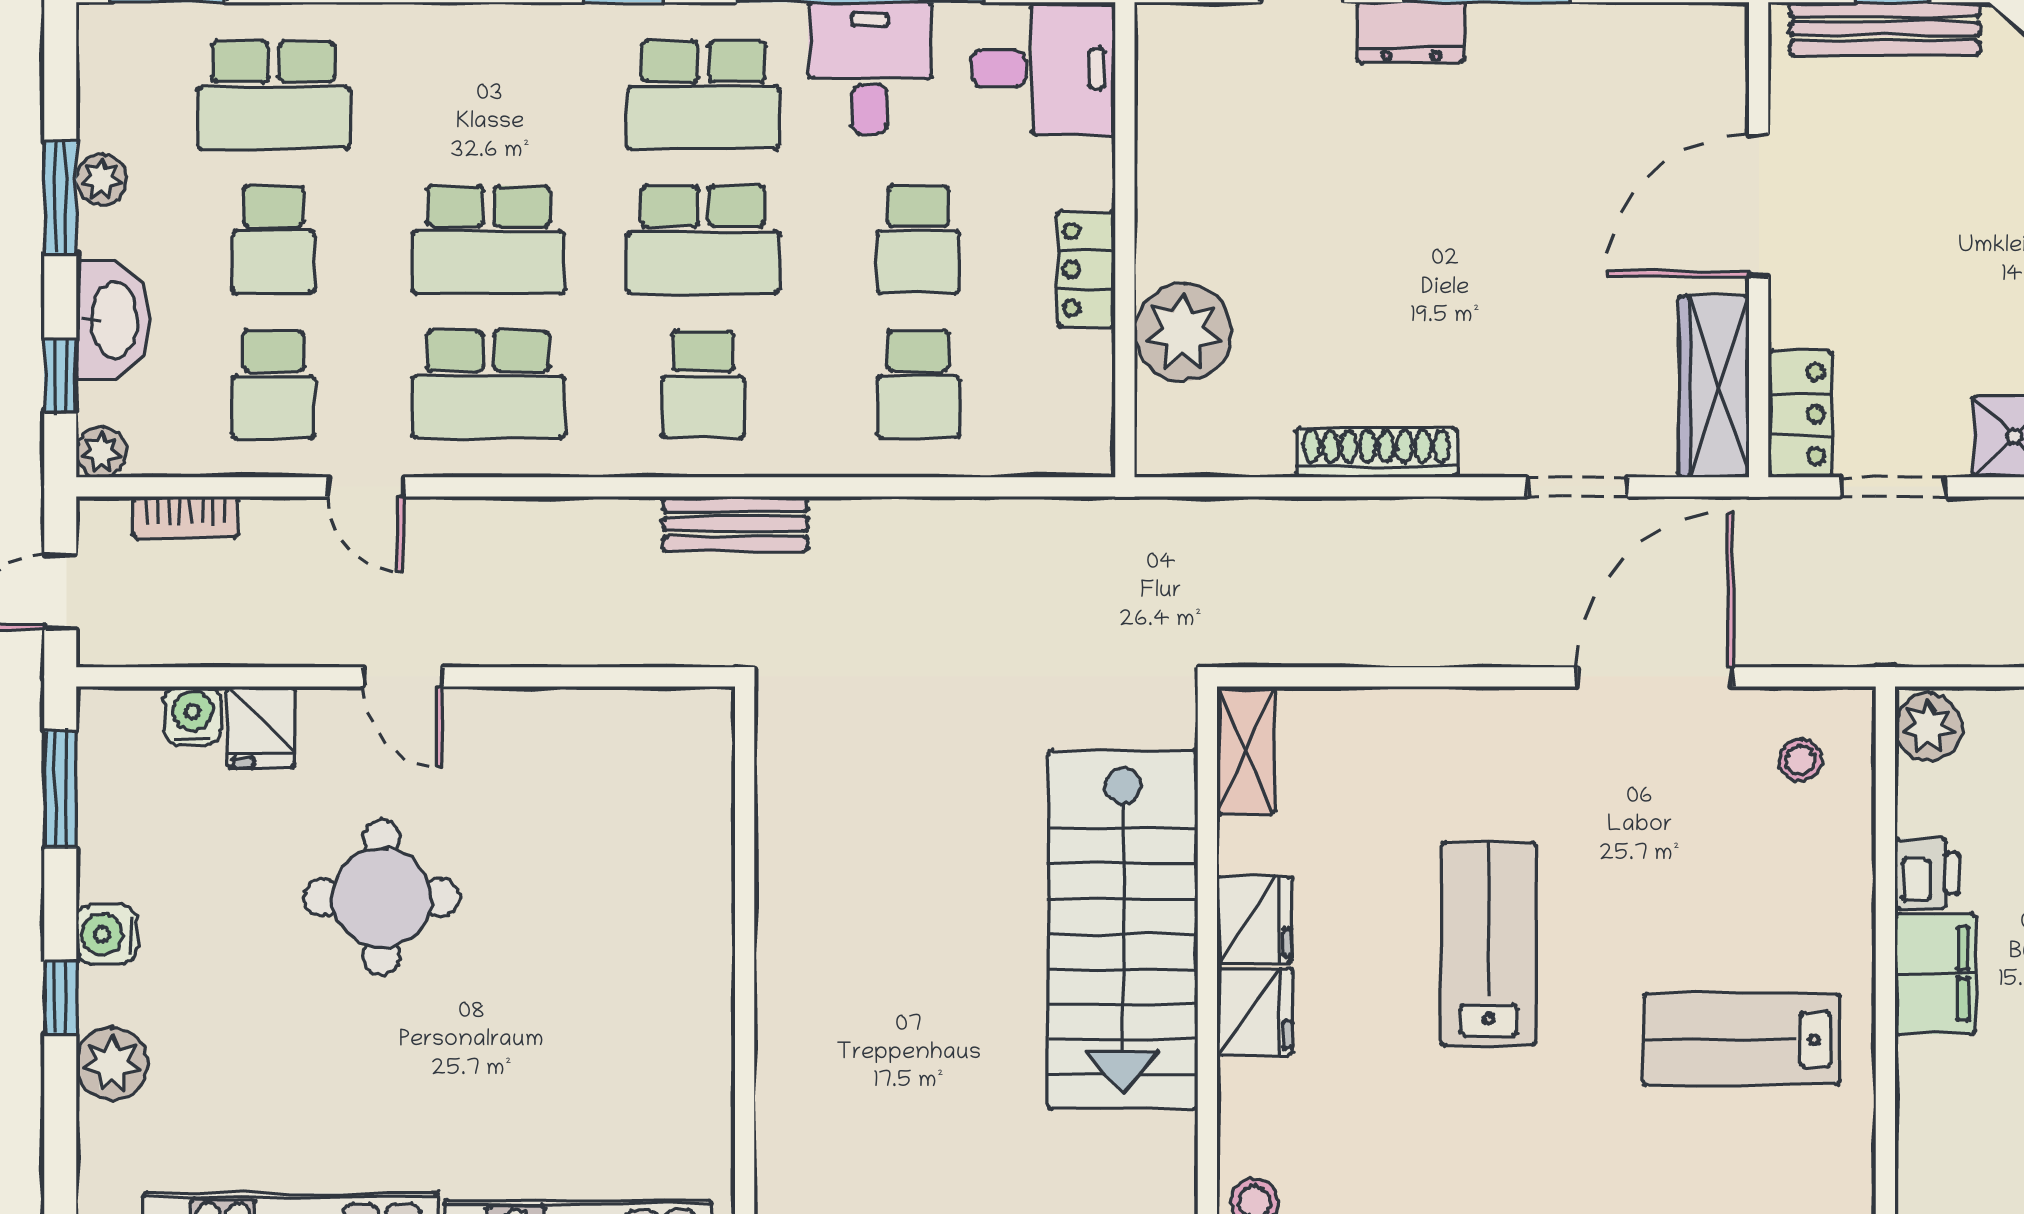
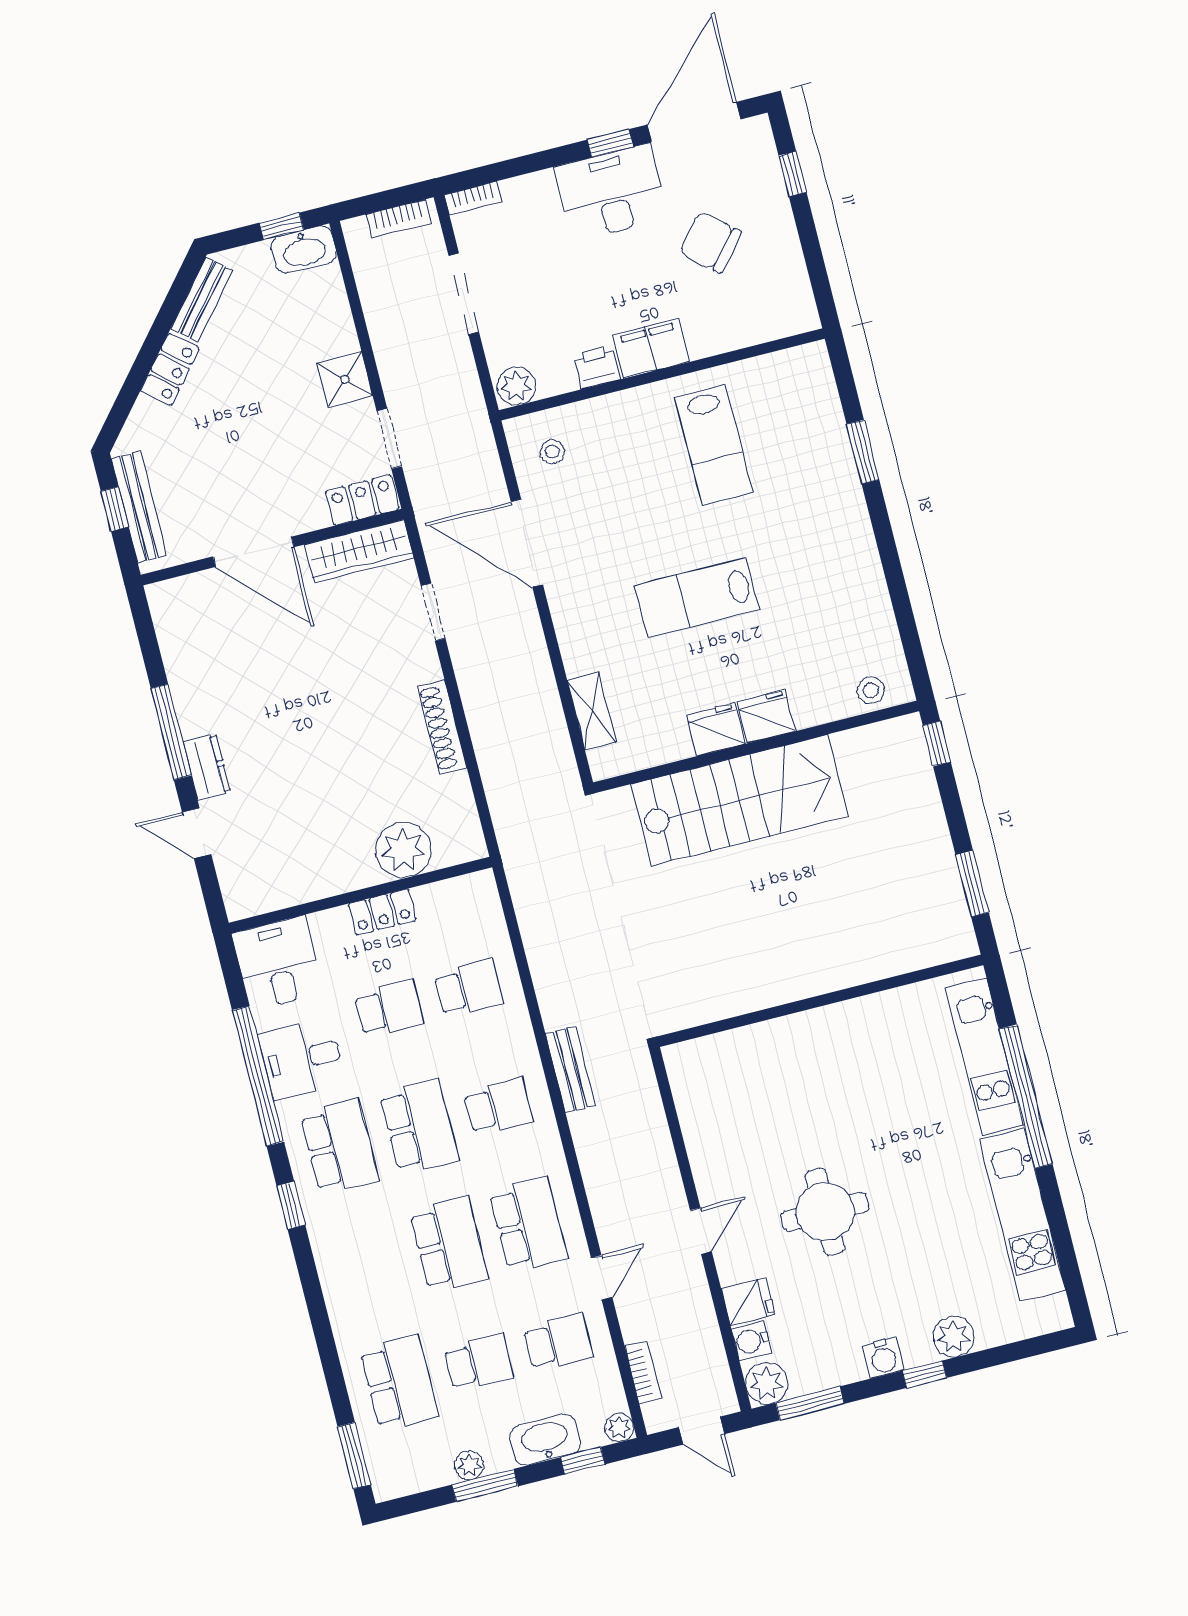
plant: (113, 723) -> (767, 1383), added
shelving: (1246, 750) -> (592, 711), moved, turned 90

